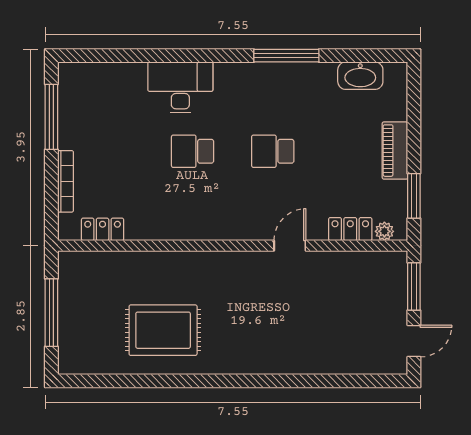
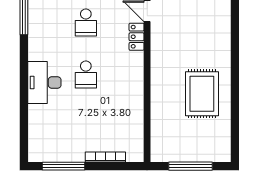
locker: (103, 229) -> (137, 37), moved

